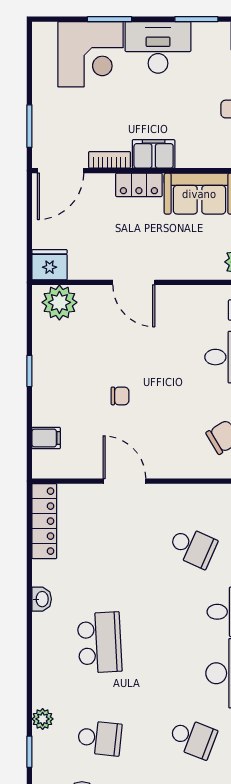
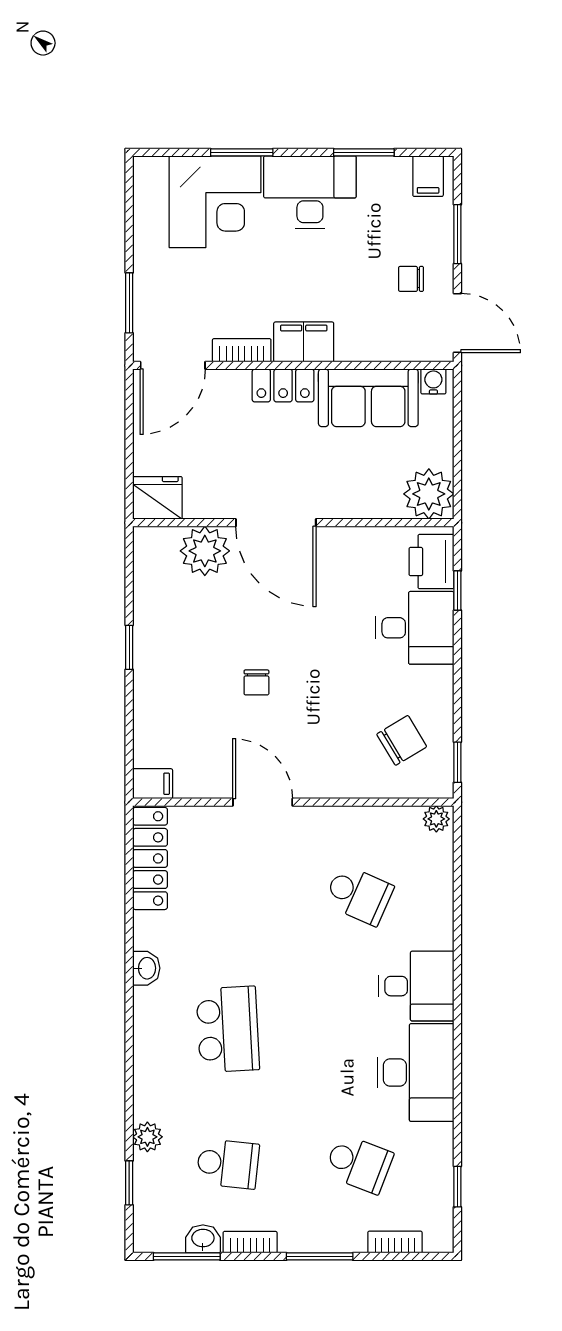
door: (134, 282) -> (276, 523), width x1.36
plant: (59, 302) -> (205, 551), moved
chair: (120, 396) -> (256, 682), turned 90
filing cabinet: (46, 438) -> (153, 784), moved

